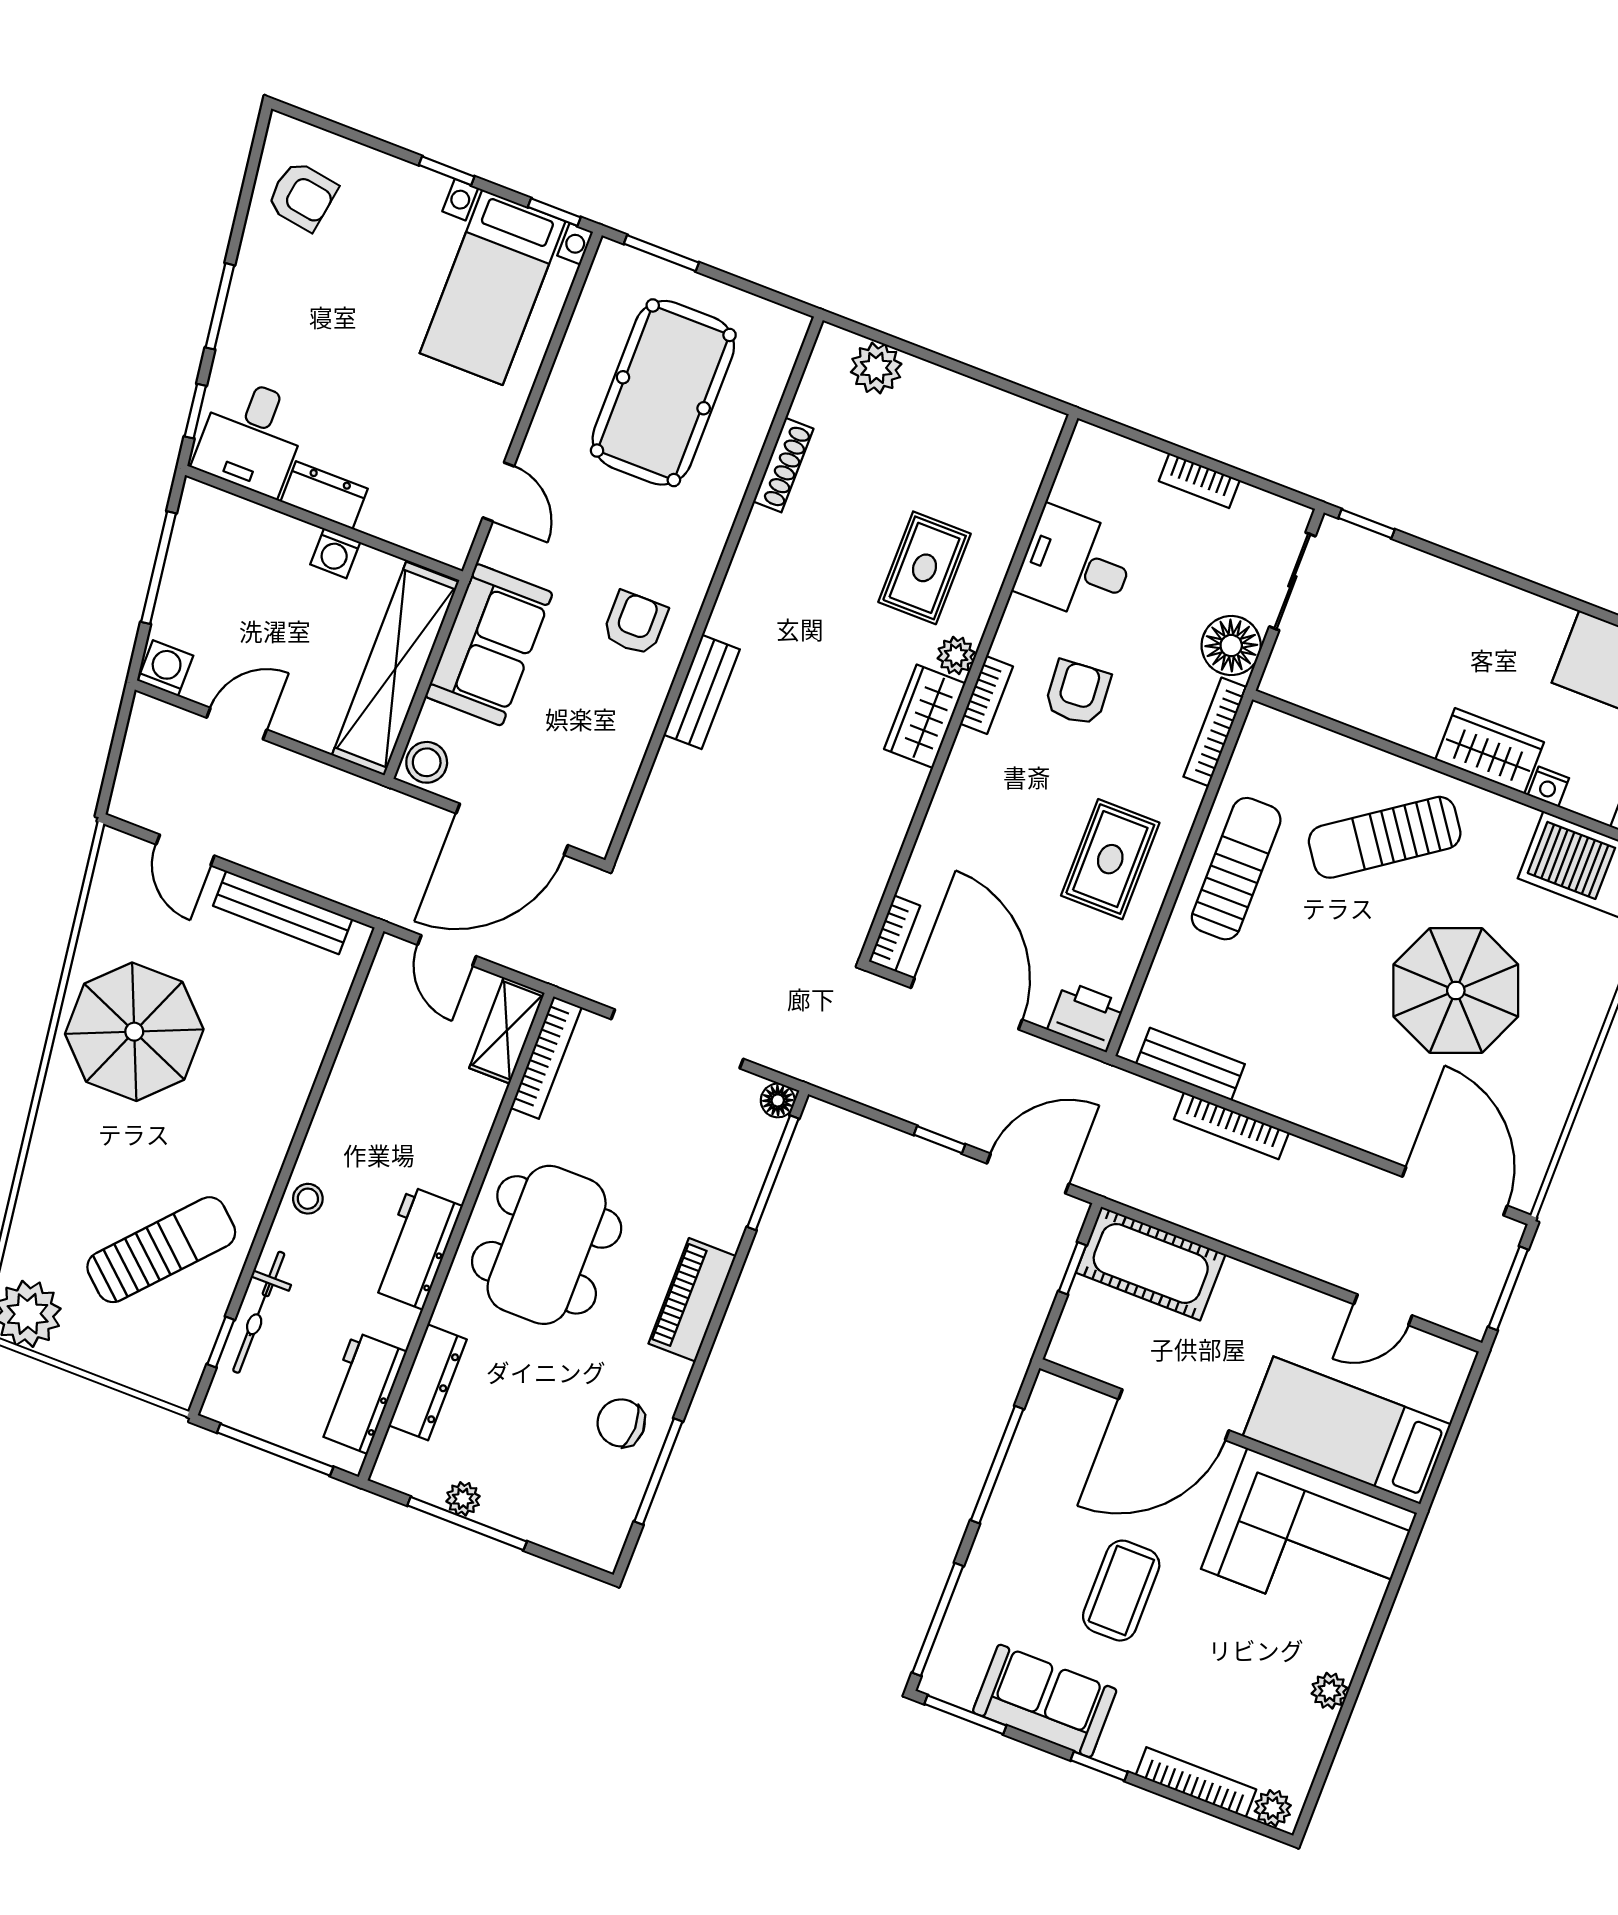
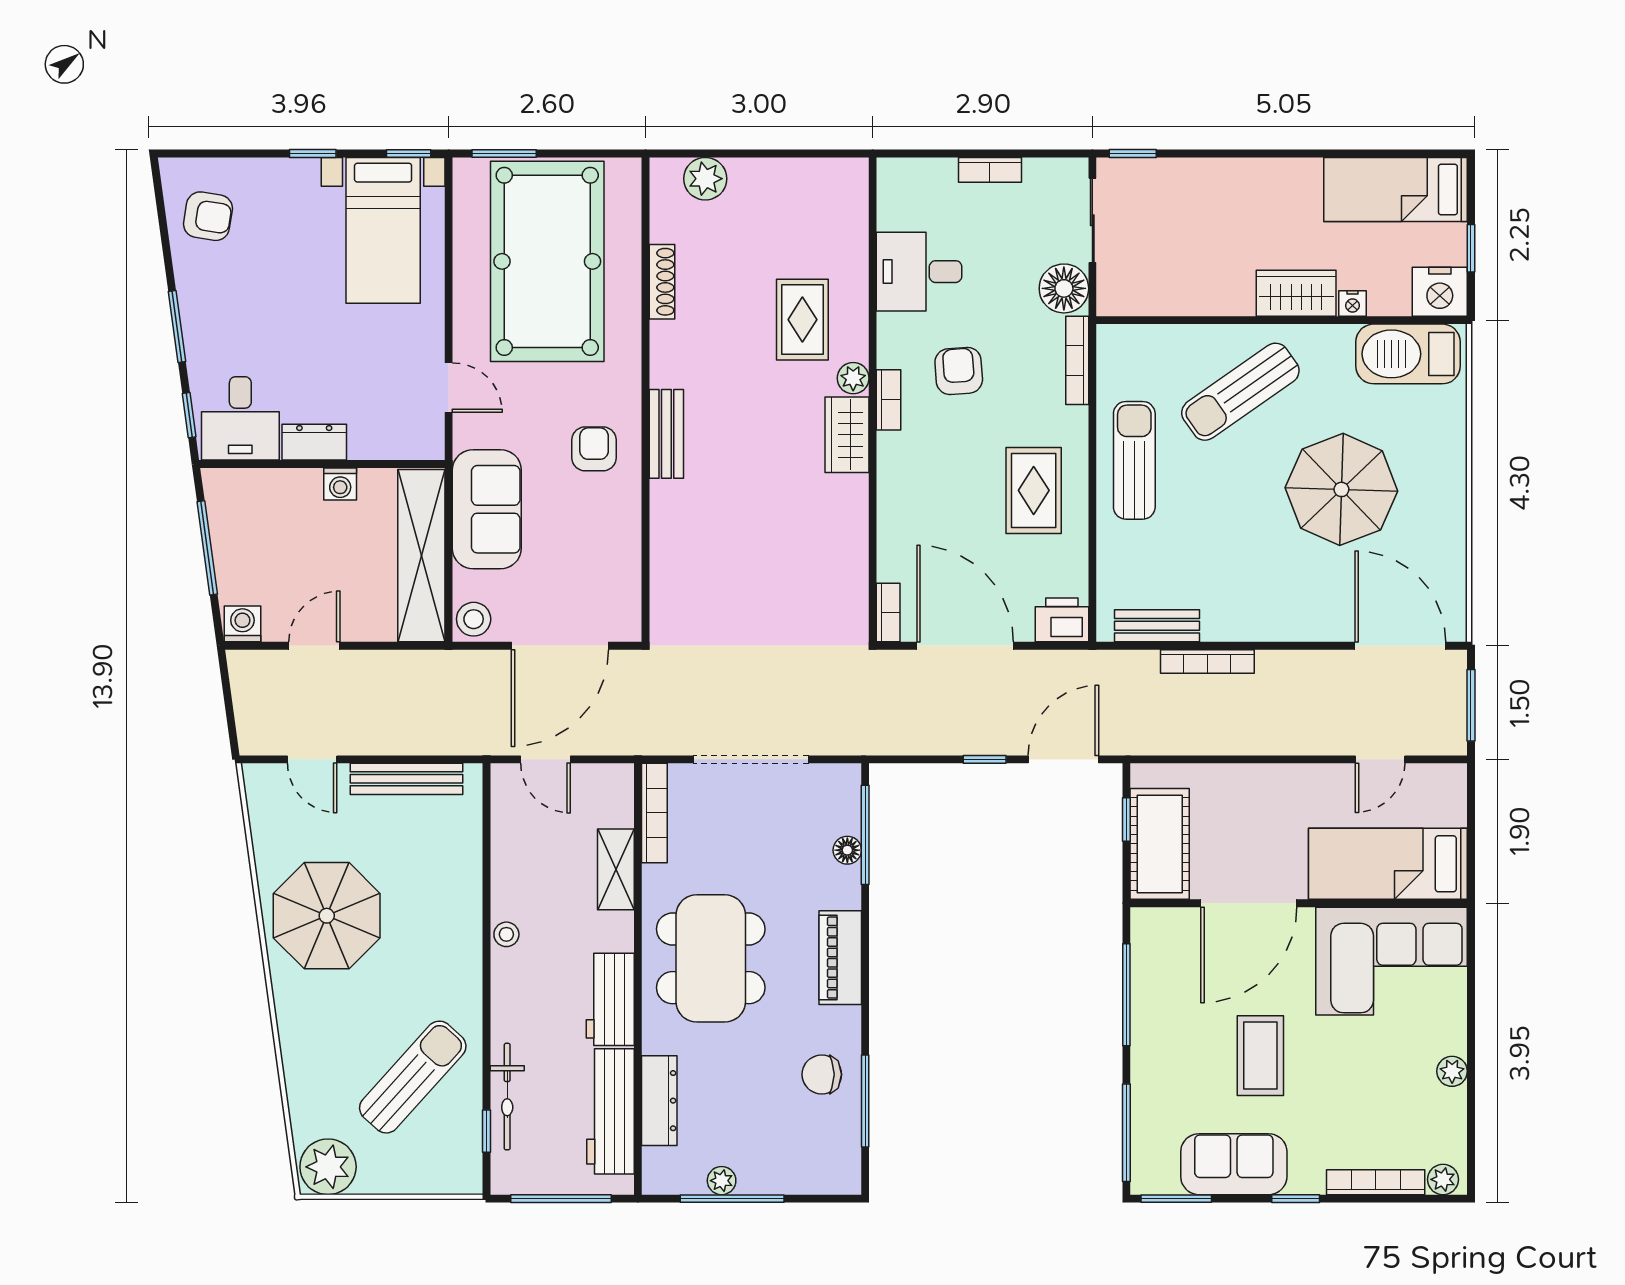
pool table: (663, 393) -> (547, 261), width x1.36, depth x1.32
bench: (702, 692) -> (666, 434), moved
shelving: (507, 1030) -> (616, 869), moved
floor lamp: (778, 1100) -> (847, 850), moved
stool: (308, 1199) -> (506, 934), moved
cot: (1151, 1264) -> (1160, 844), moved, turned 90
workbench: (361, 1393) -> (611, 1111), width x1.38

